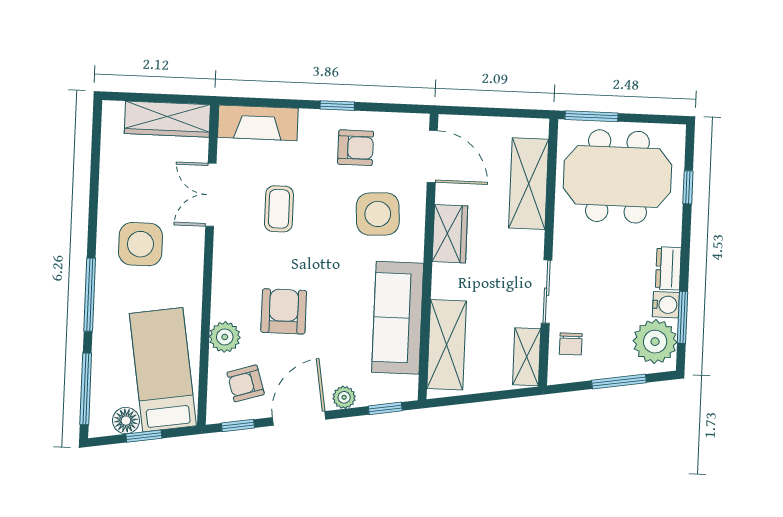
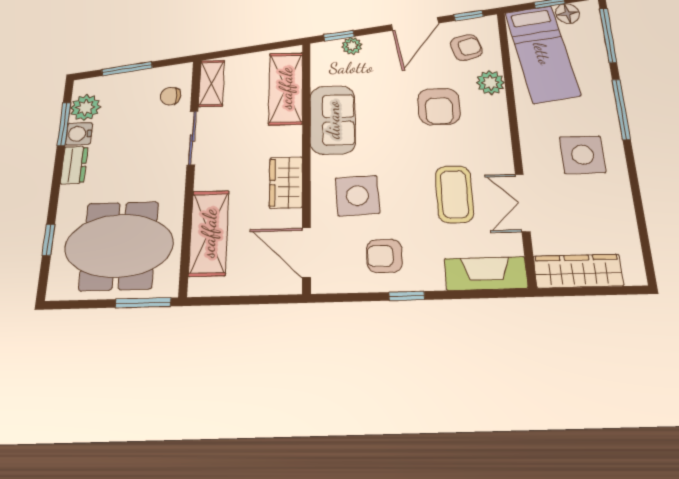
double door: (211, 195) -> (523, 203), swing flipped
coffee table: (279, 209) -> (454, 194), width x1.36, depth x1.30
sofa: (398, 318) -> (333, 120), width x0.73
plant: (655, 342) -> (85, 108), width x0.73, depth x0.73
chair: (571, 344) -> (170, 96), turned -90
plant: (344, 397) -> (352, 46), moved

